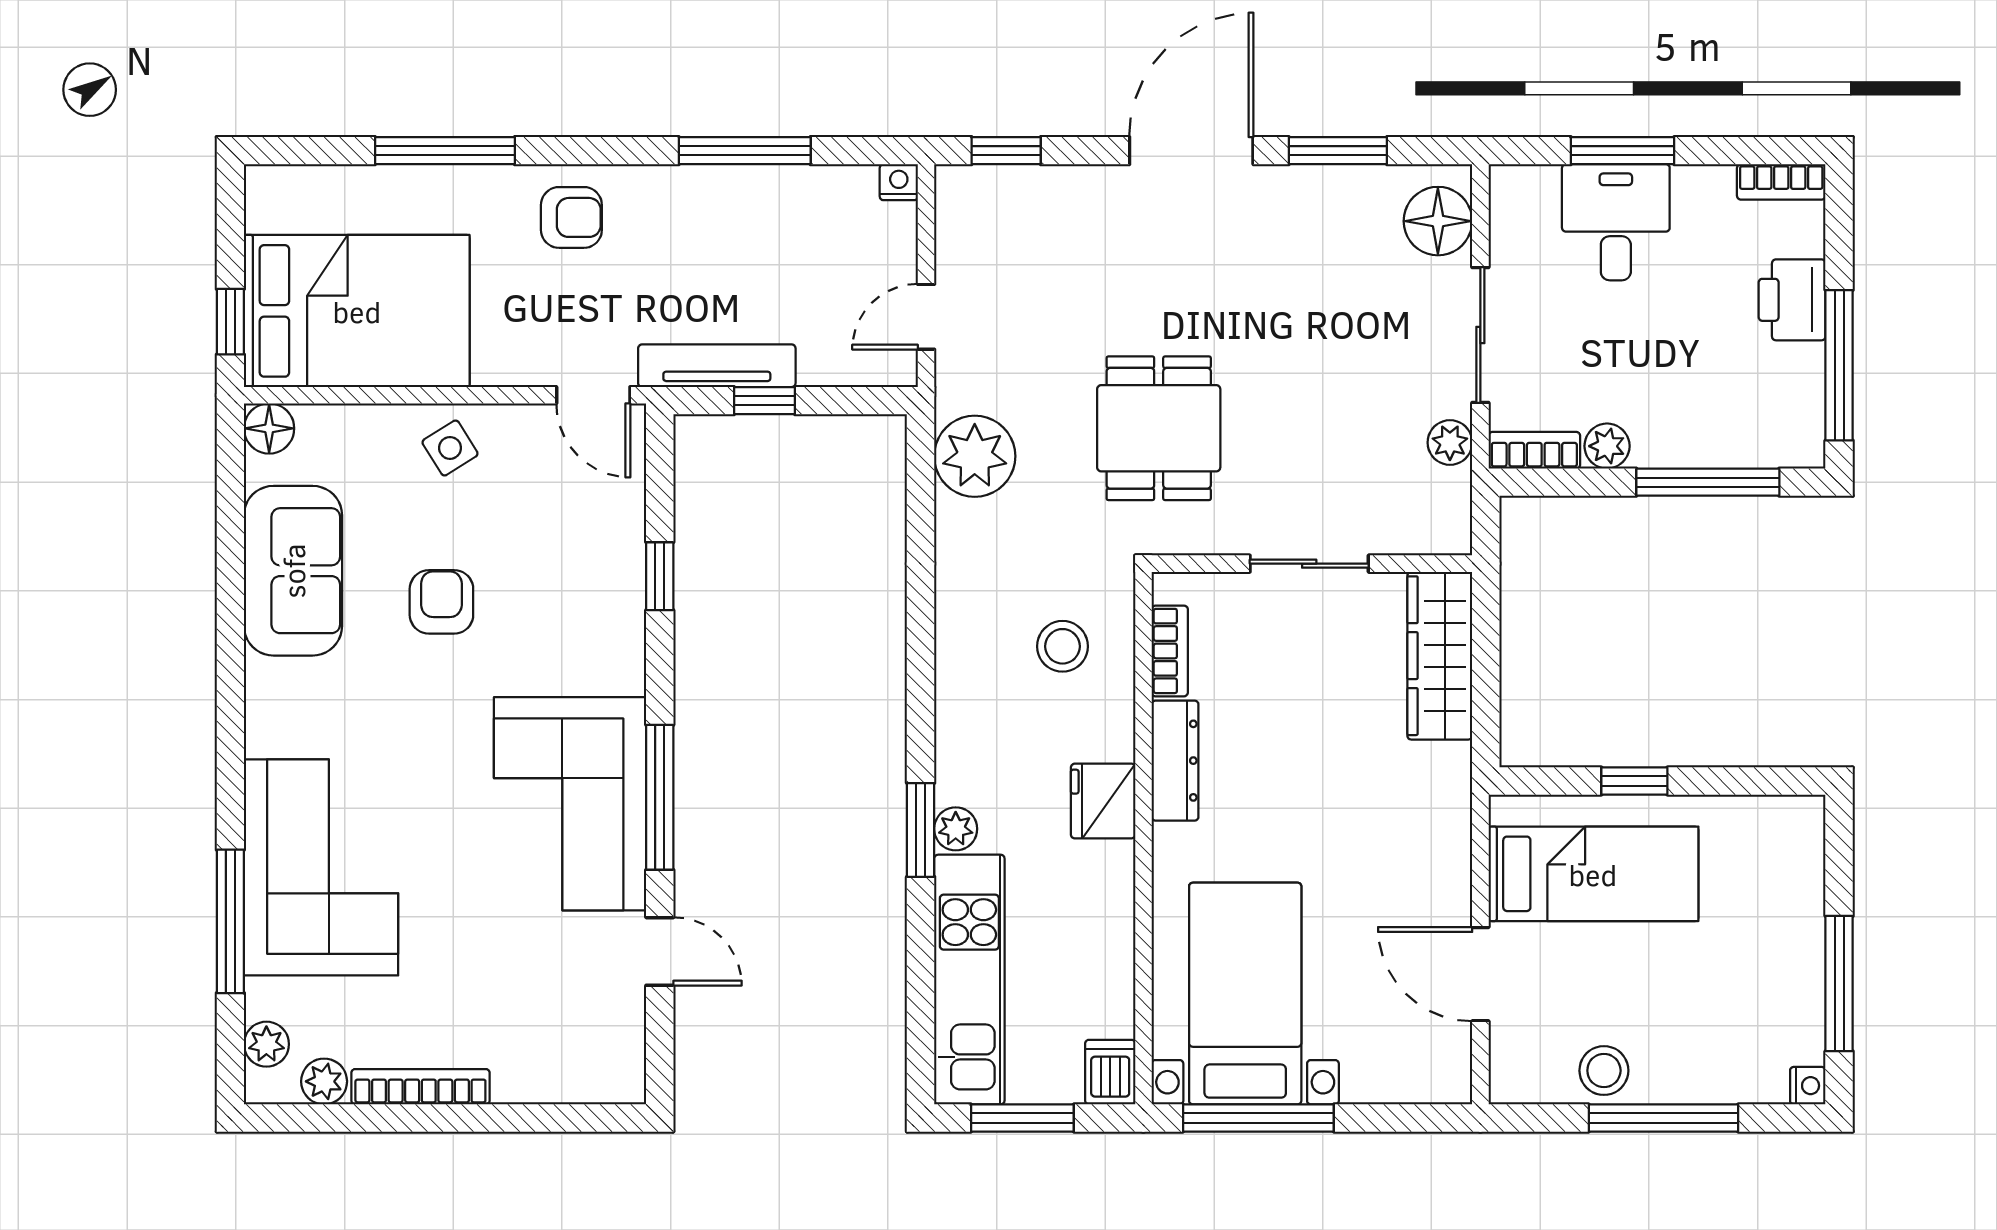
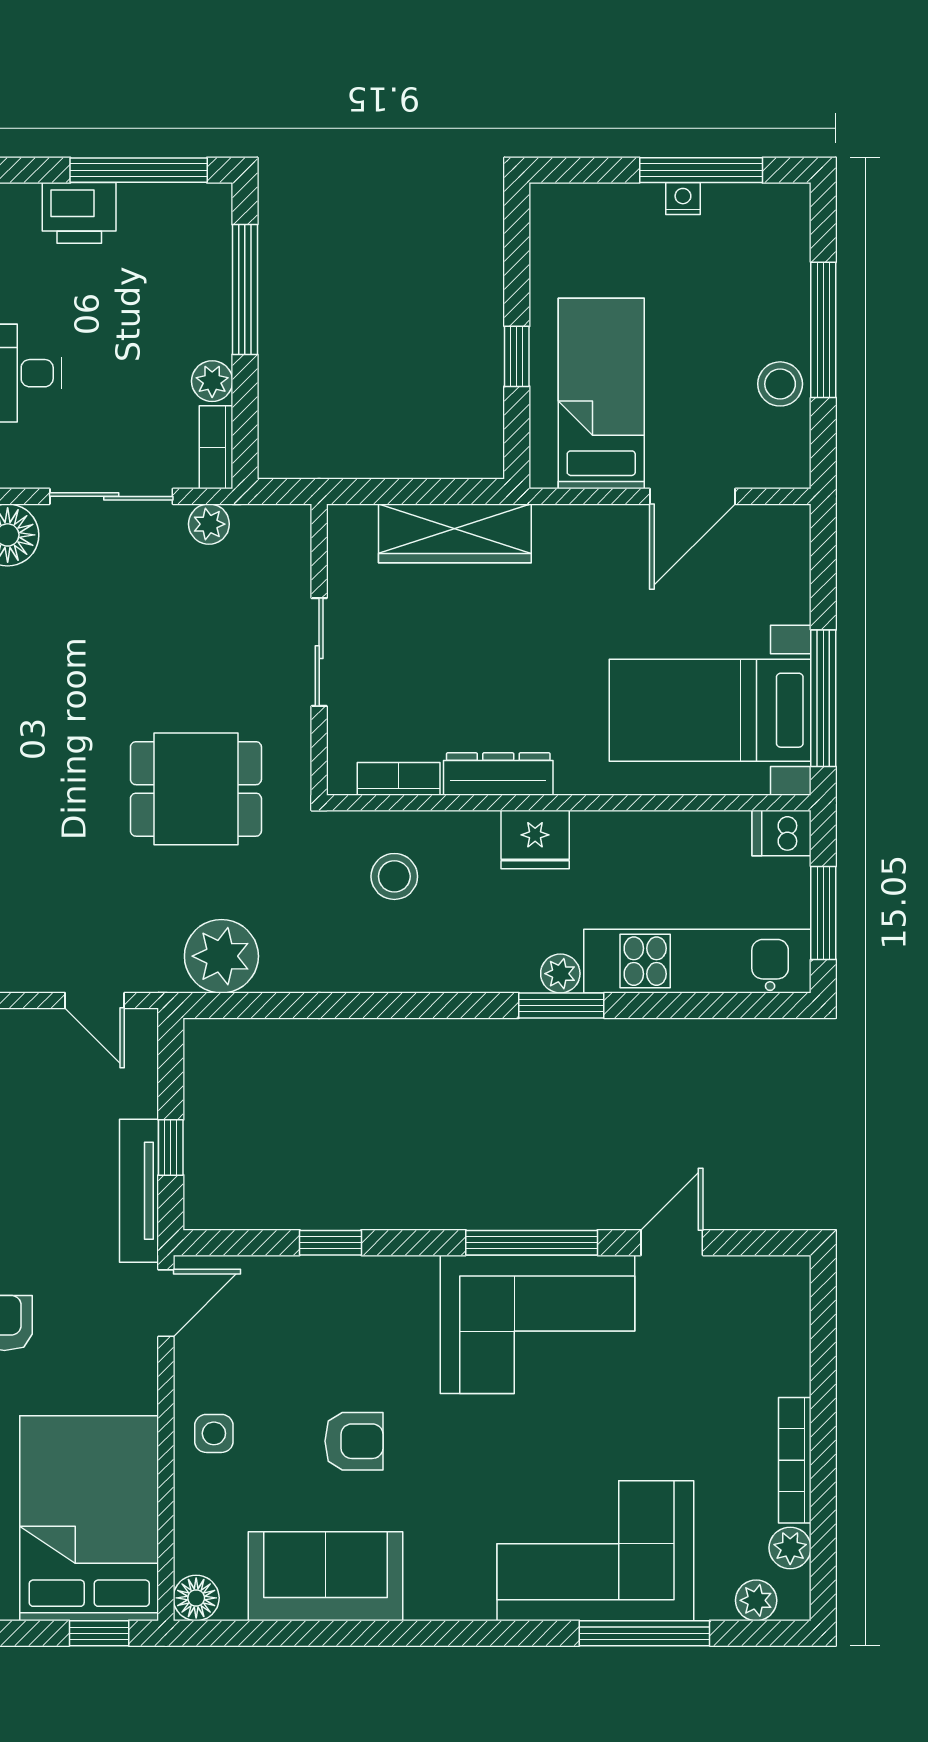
side table: (450, 448) -> (214, 1433), turned 32
armchair: (441, 602) -> (354, 1441), turned 180
wardrobe: (1440, 656) -> (455, 533), moved
nightstand: (1808, 1086) -> (683, 199), moved

